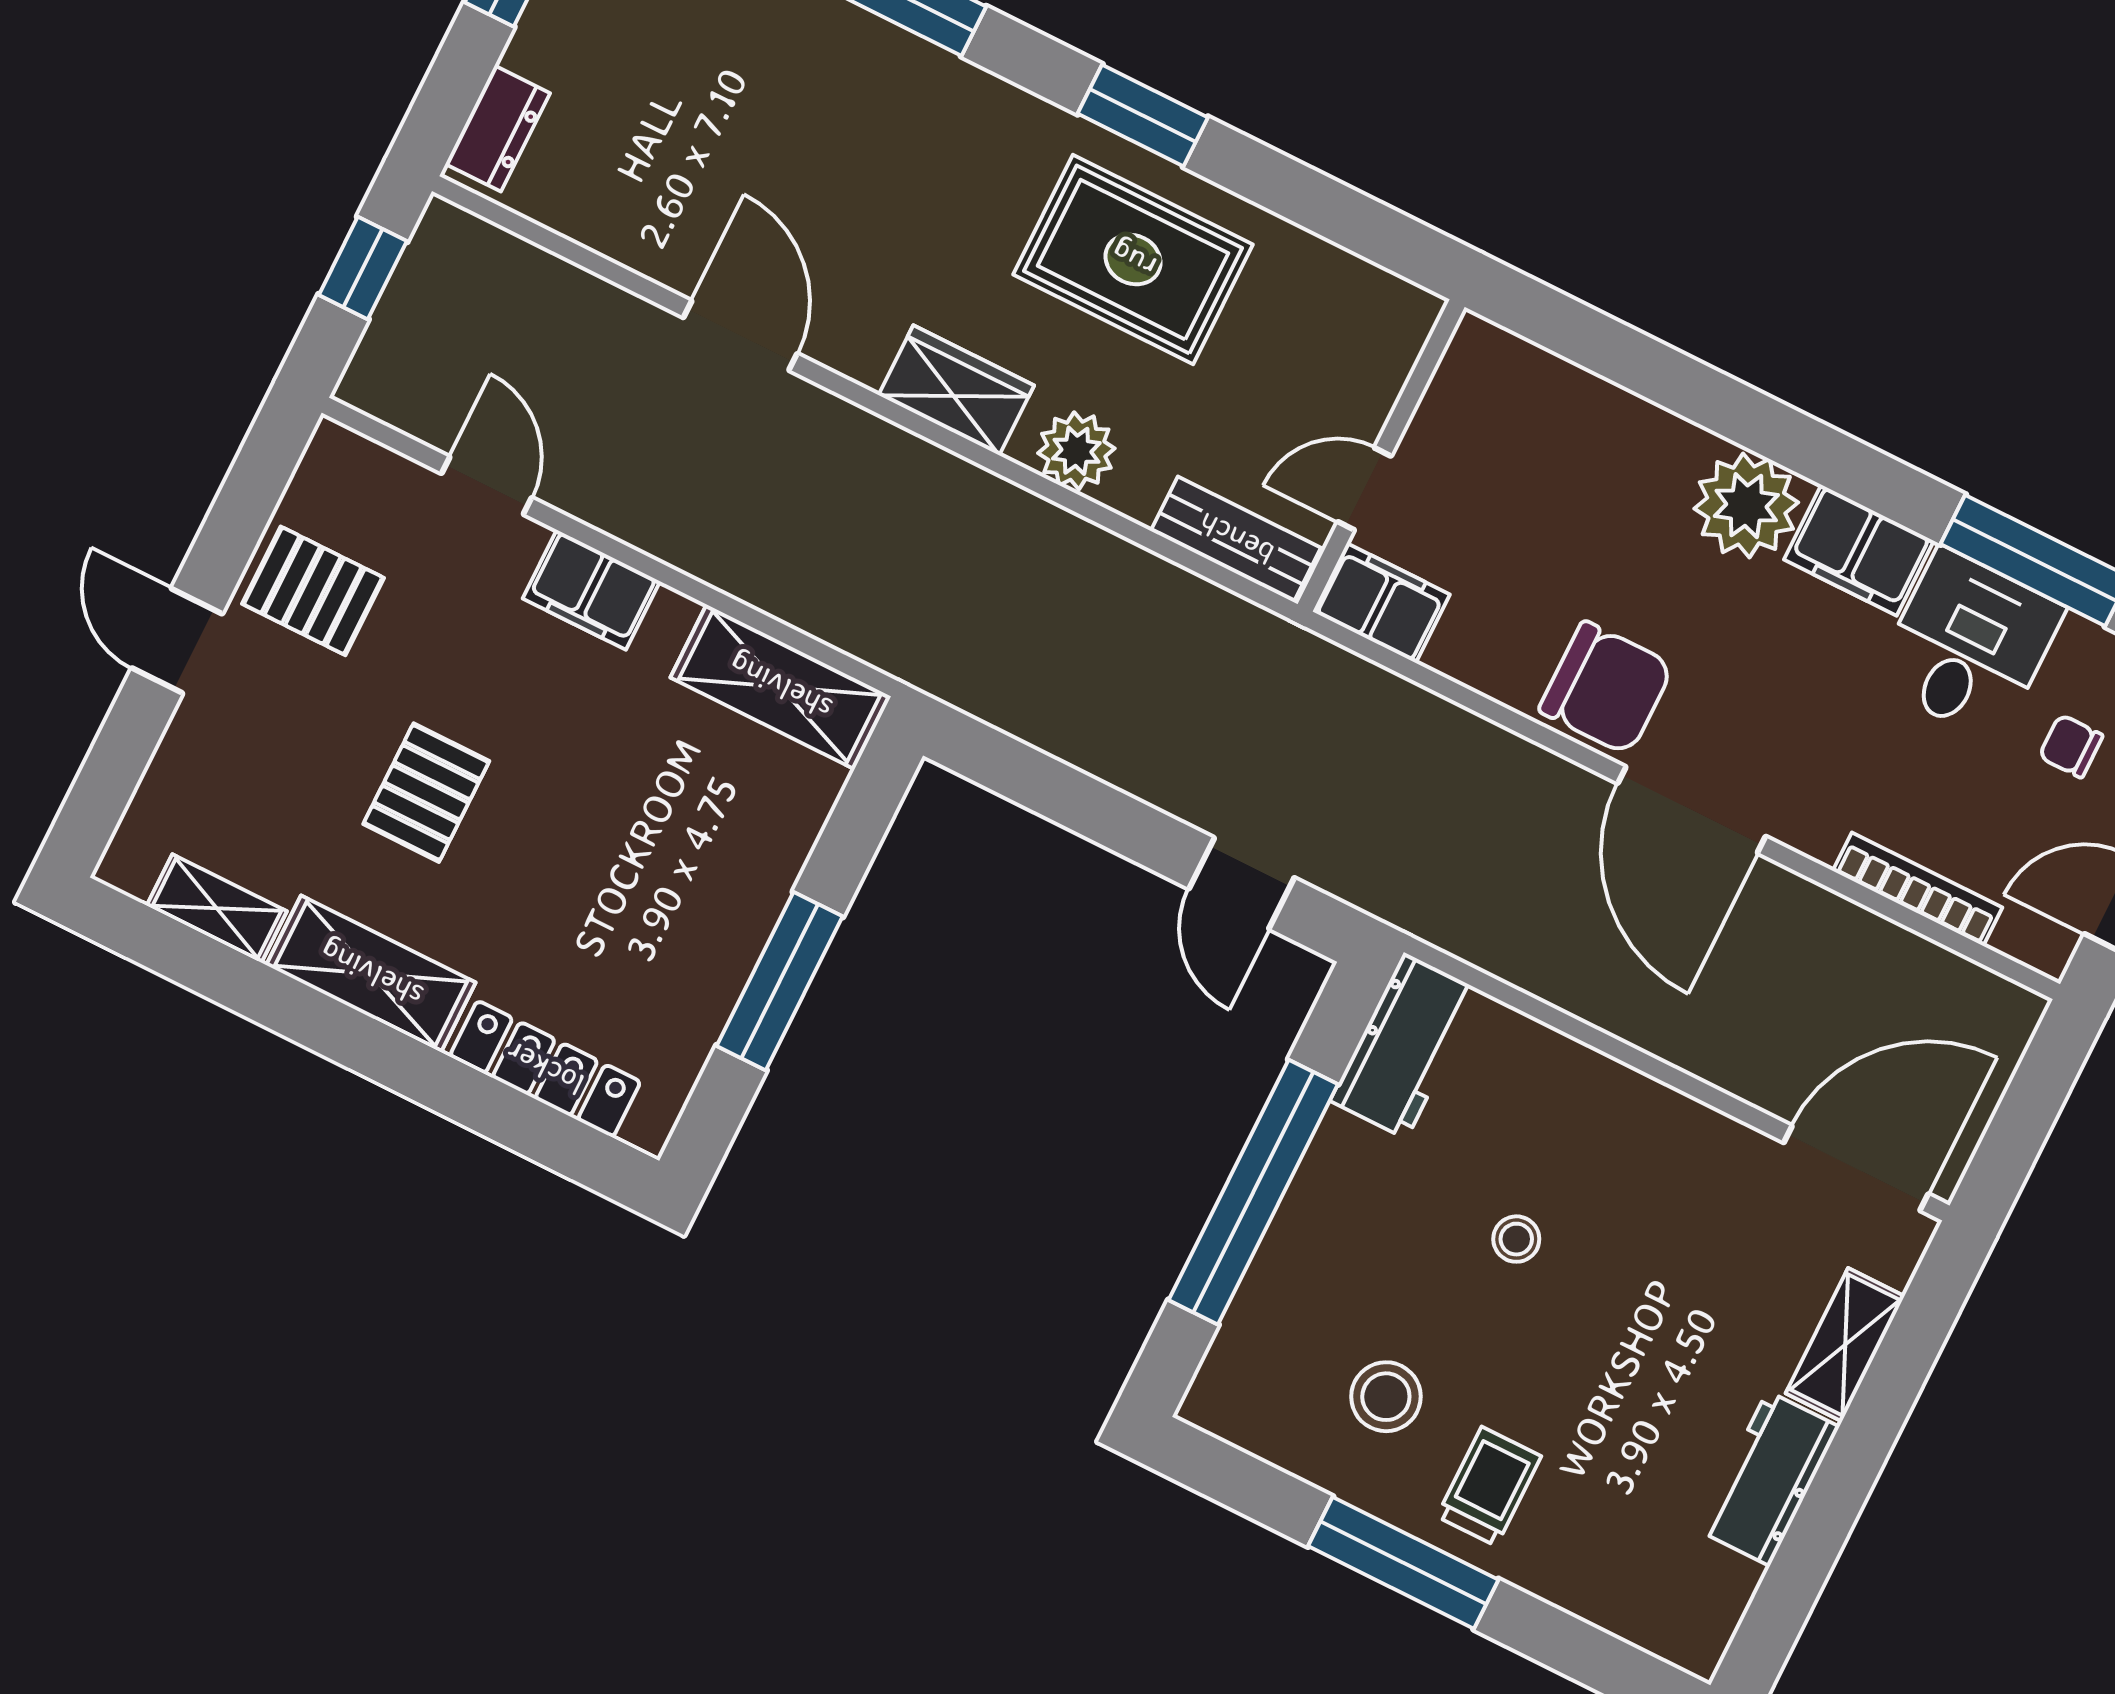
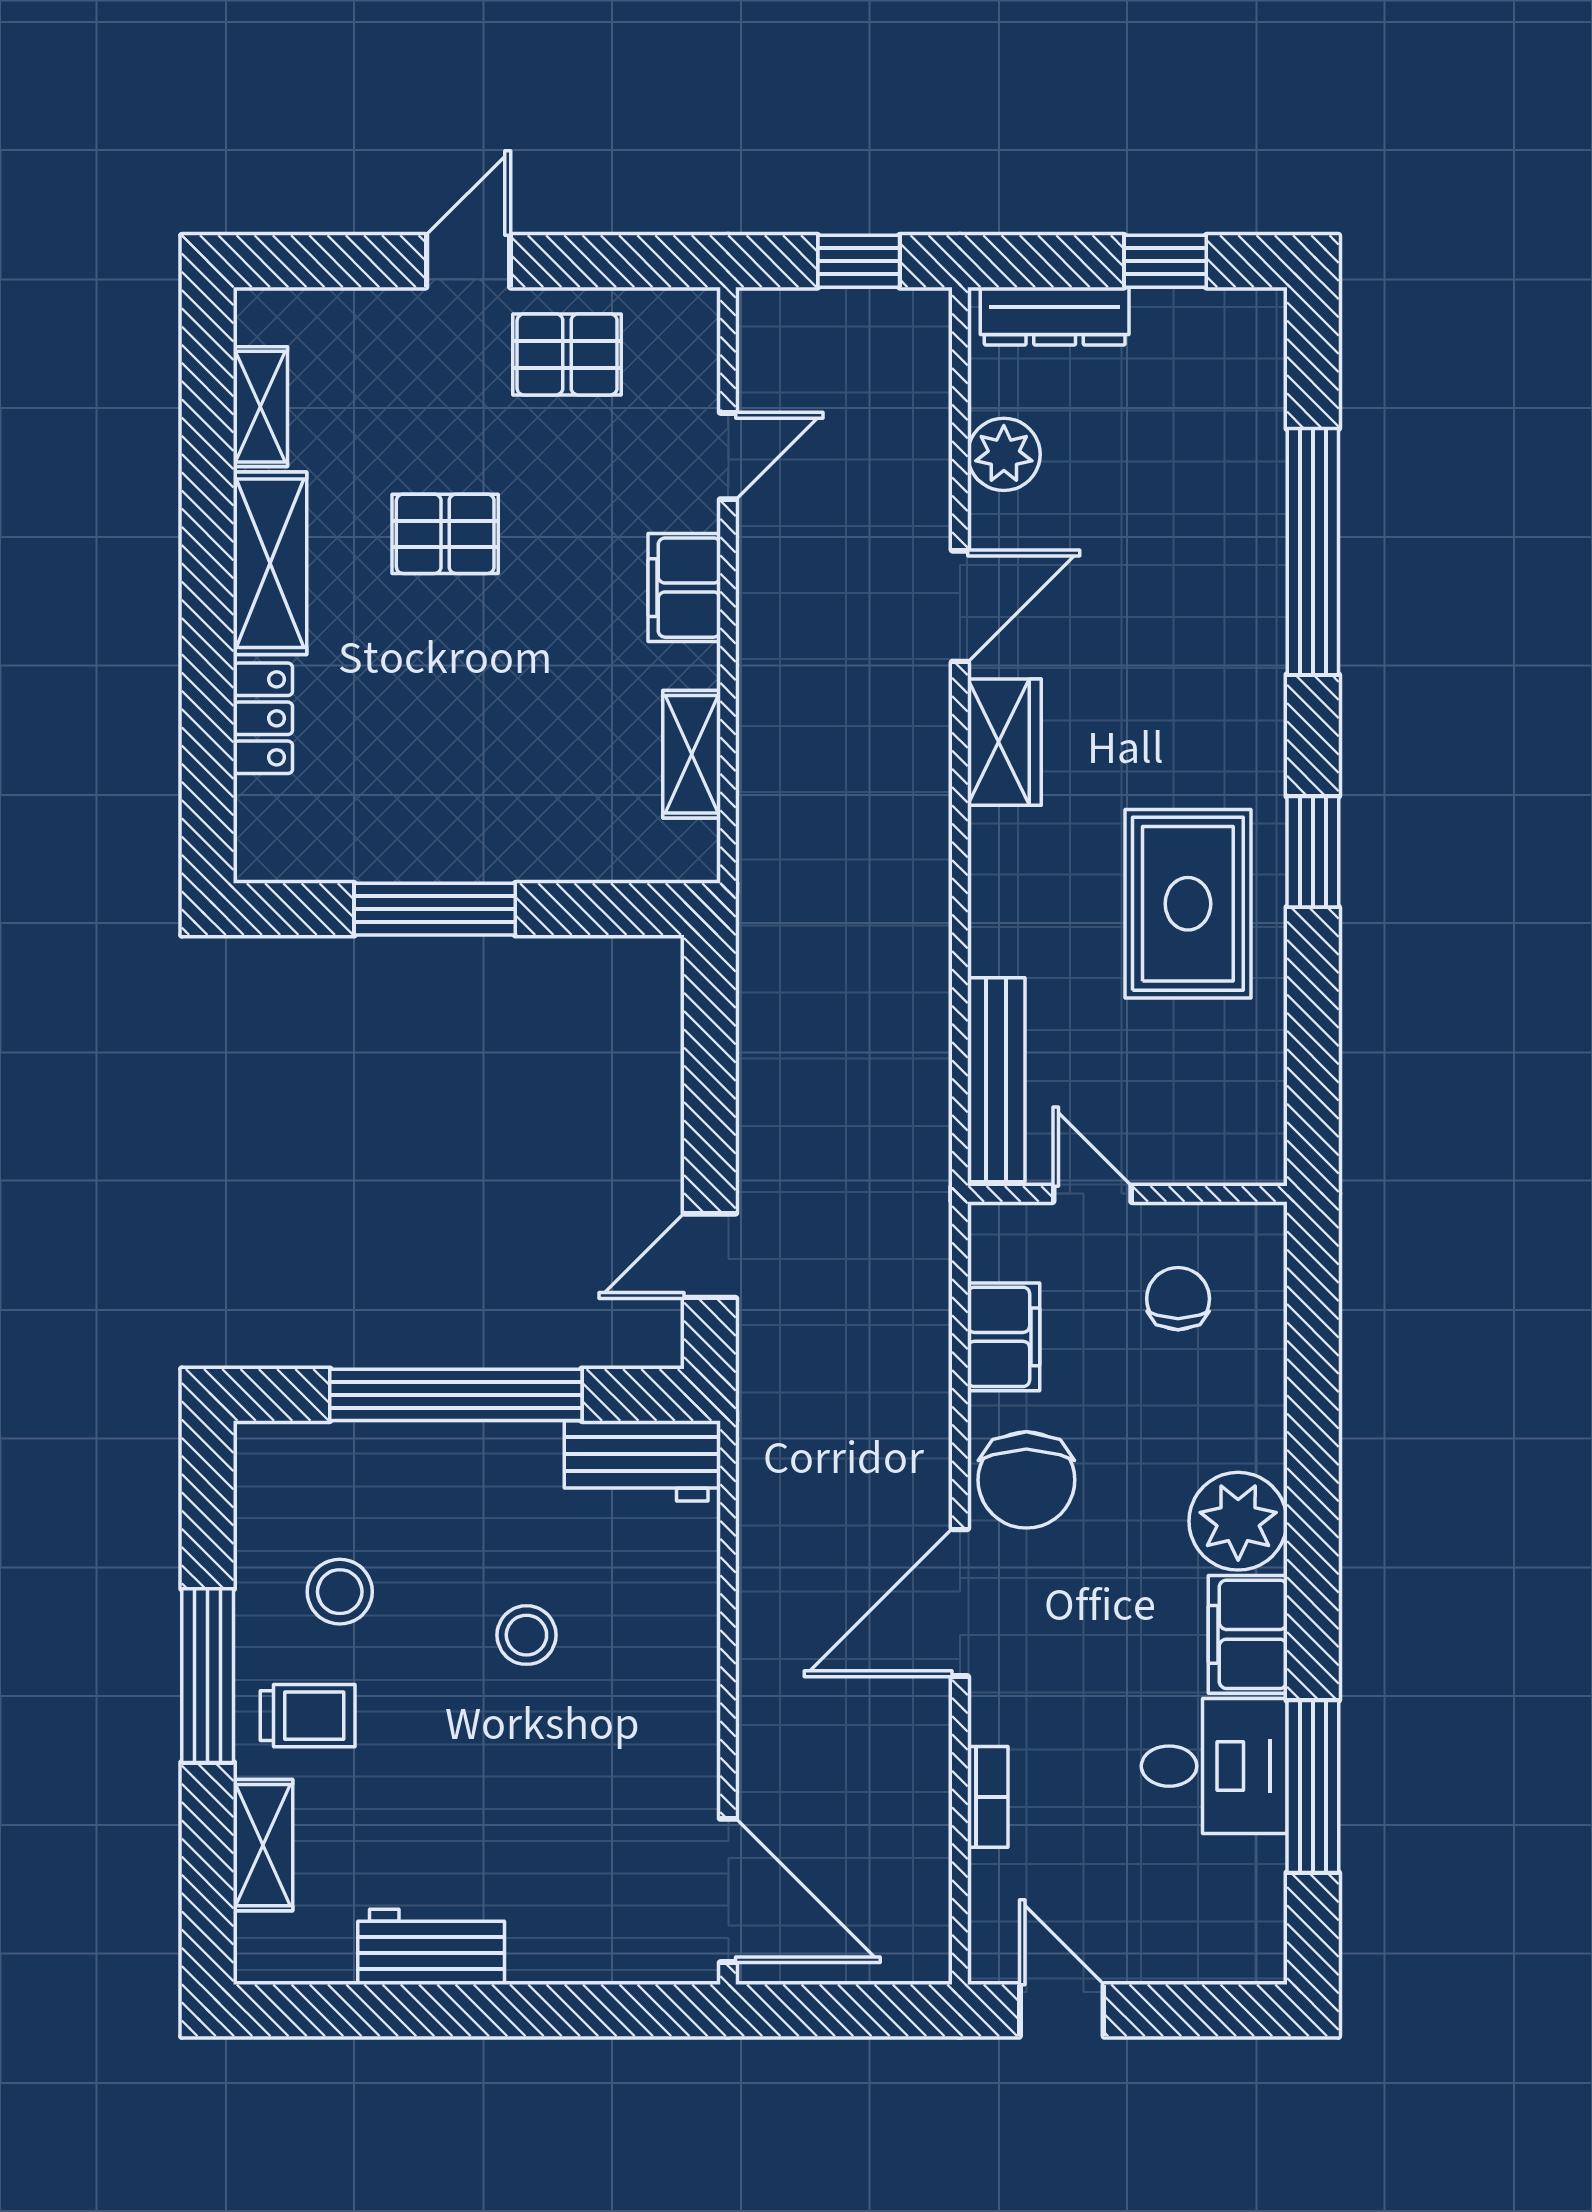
dresser: (498, 129) -> (1055, 316), width x1.44
wardrobe: (956, 390) -> (1004, 742), moved
plant: (1076, 451) -> (1004, 454), moved
bench: (1236, 539) -> (996, 1080), width x1.36
pallet: (313, 591) -> (567, 354), turned 90
filing cabinet: (1381, 603) -> (1004, 1337), moved
shelving: (780, 687) -> (692, 754), width x0.67, depth x0.75
chair: (2071, 746) -> (1178, 1299), moved, width x1.37, depth x1.37
bookcase: (1917, 889) -> (988, 1797), width x0.64
locker: (545, 1069) -> (263, 718), width x0.66
stool: (1516, 1239) -> (526, 1635), width x1.37, depth x1.37
shelving: (1845, 1345) -> (263, 1845), moved, turned 90

